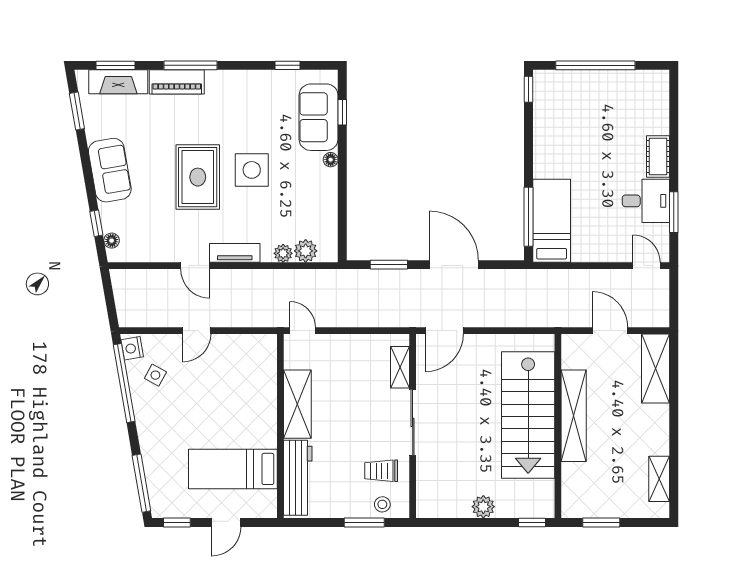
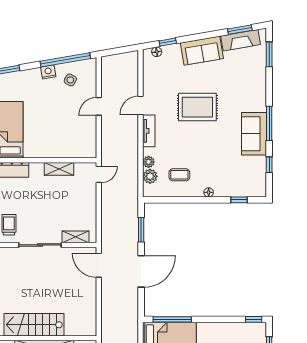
window: (190, 65) -> (269, 123), moved
fireplace: (118, 82) -> (241, 40), moved, turned -100
piano: (177, 82) -> (258, 94), removed
sofa: (319, 117) -> (254, 134), moved, turned -90
side table: (252, 170) -> (202, 142), removed
coffee table: (303, 205) -> (179, 175), added
door: (197, 331) -> (99, 106), hinge flipped
nightstand: (132, 348) -> (48, 72), moved
shelving: (297, 404) -> (59, 169), width x0.67, depth x0.75
stairs: (528, 415) -> (34, 325), width x0.73, depth x0.66

